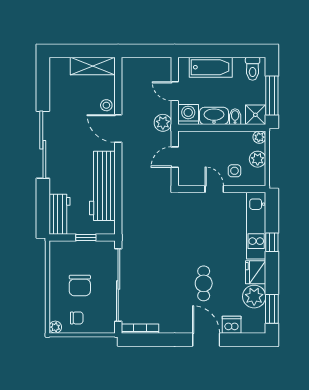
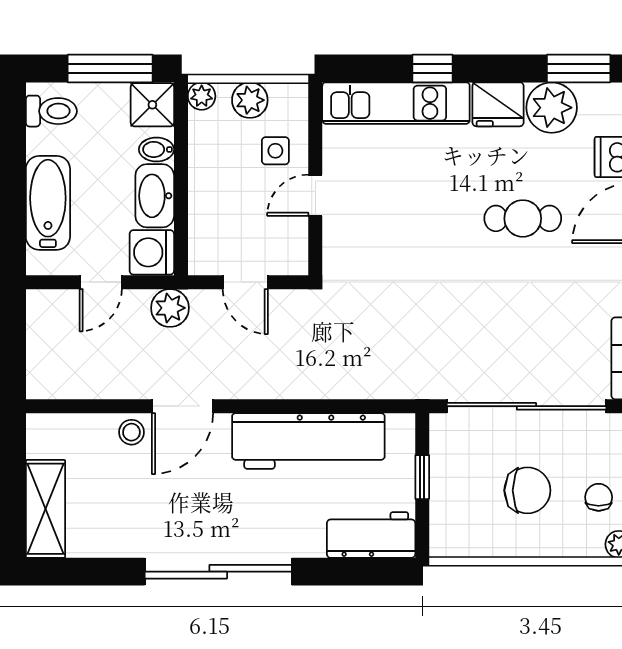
shelving: (93, 66) -> (45, 509), moved

